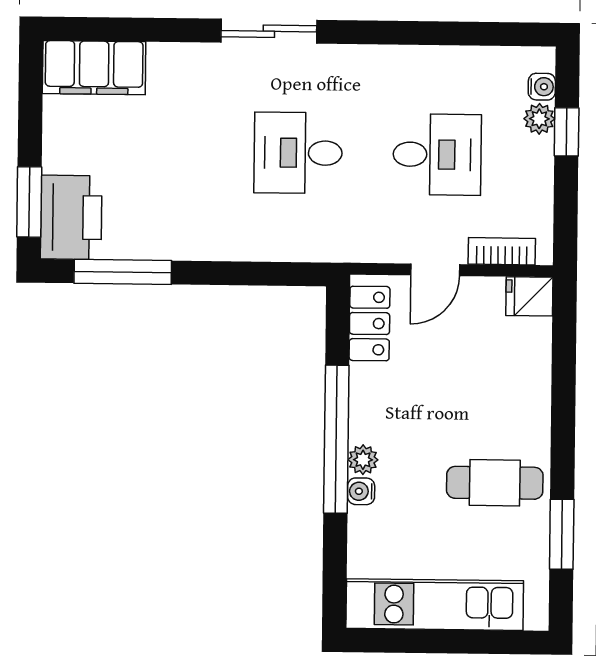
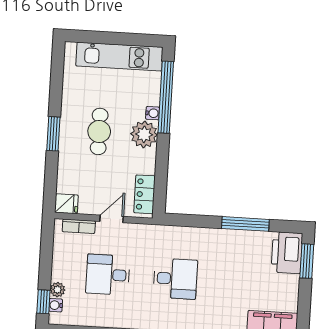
window: (567, 132) -> (43, 302), moved
window: (123, 272) -> (245, 224), moved
window: (336, 439) -> (166, 97), moved
plant: (363, 460) -> (144, 134), width x1.87, depth x1.87
cafe table: (495, 483) -> (99, 131), moved, turned 90
window: (562, 534) -> (53, 134), moved

